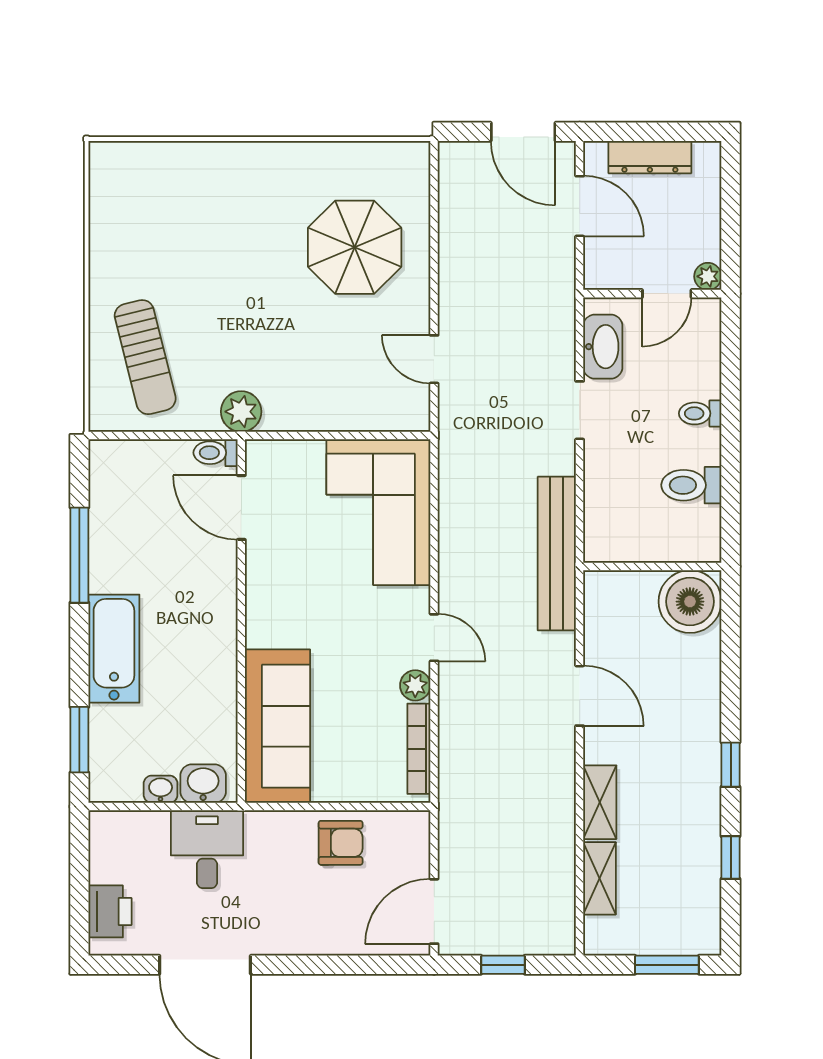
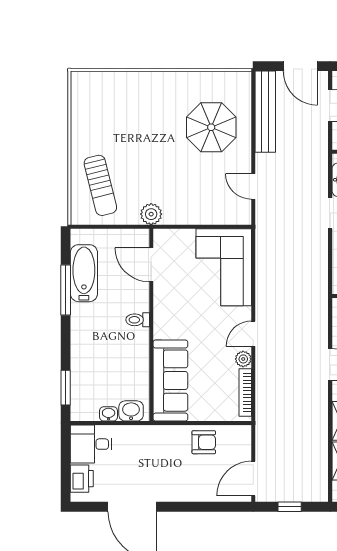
toilet: (216, 453) -> (138, 320), moved
bench: (557, 554) -> (265, 112), moved
door: (434, 638) -> (253, 334), swing flipped
bathtub: (114, 649) -> (84, 273), moved
desk: (207, 849) -> (91, 444), moved, turned -90

